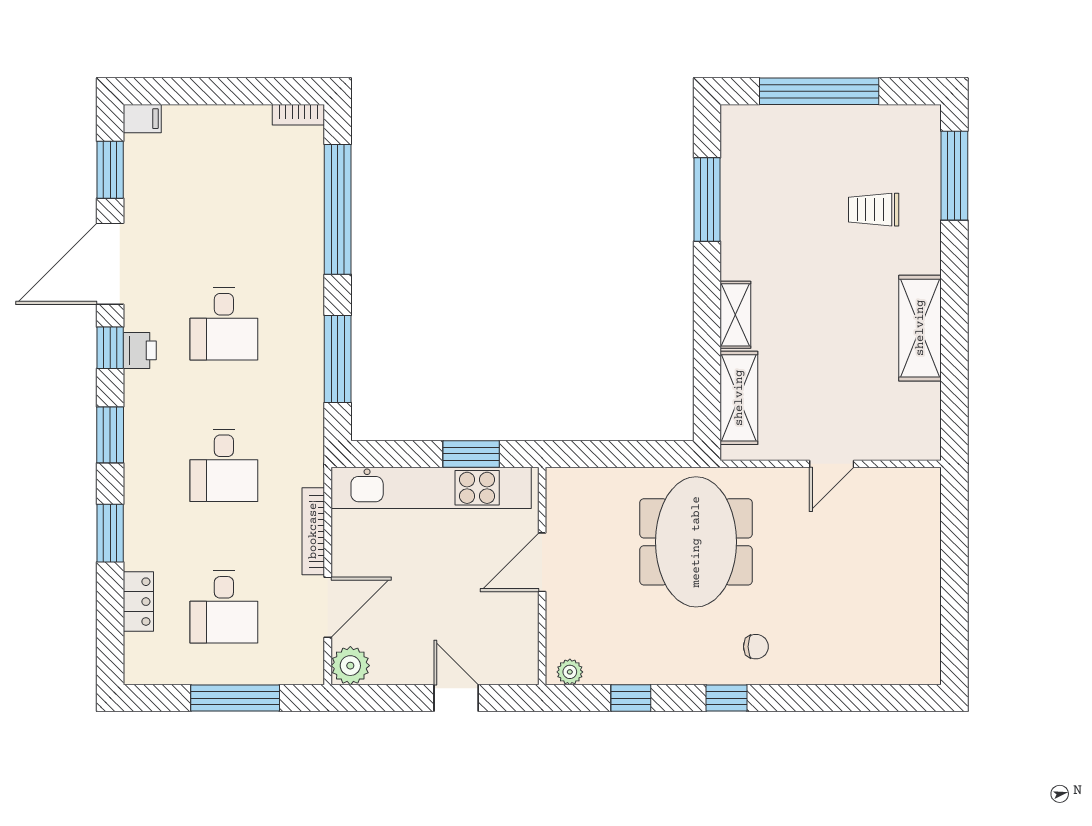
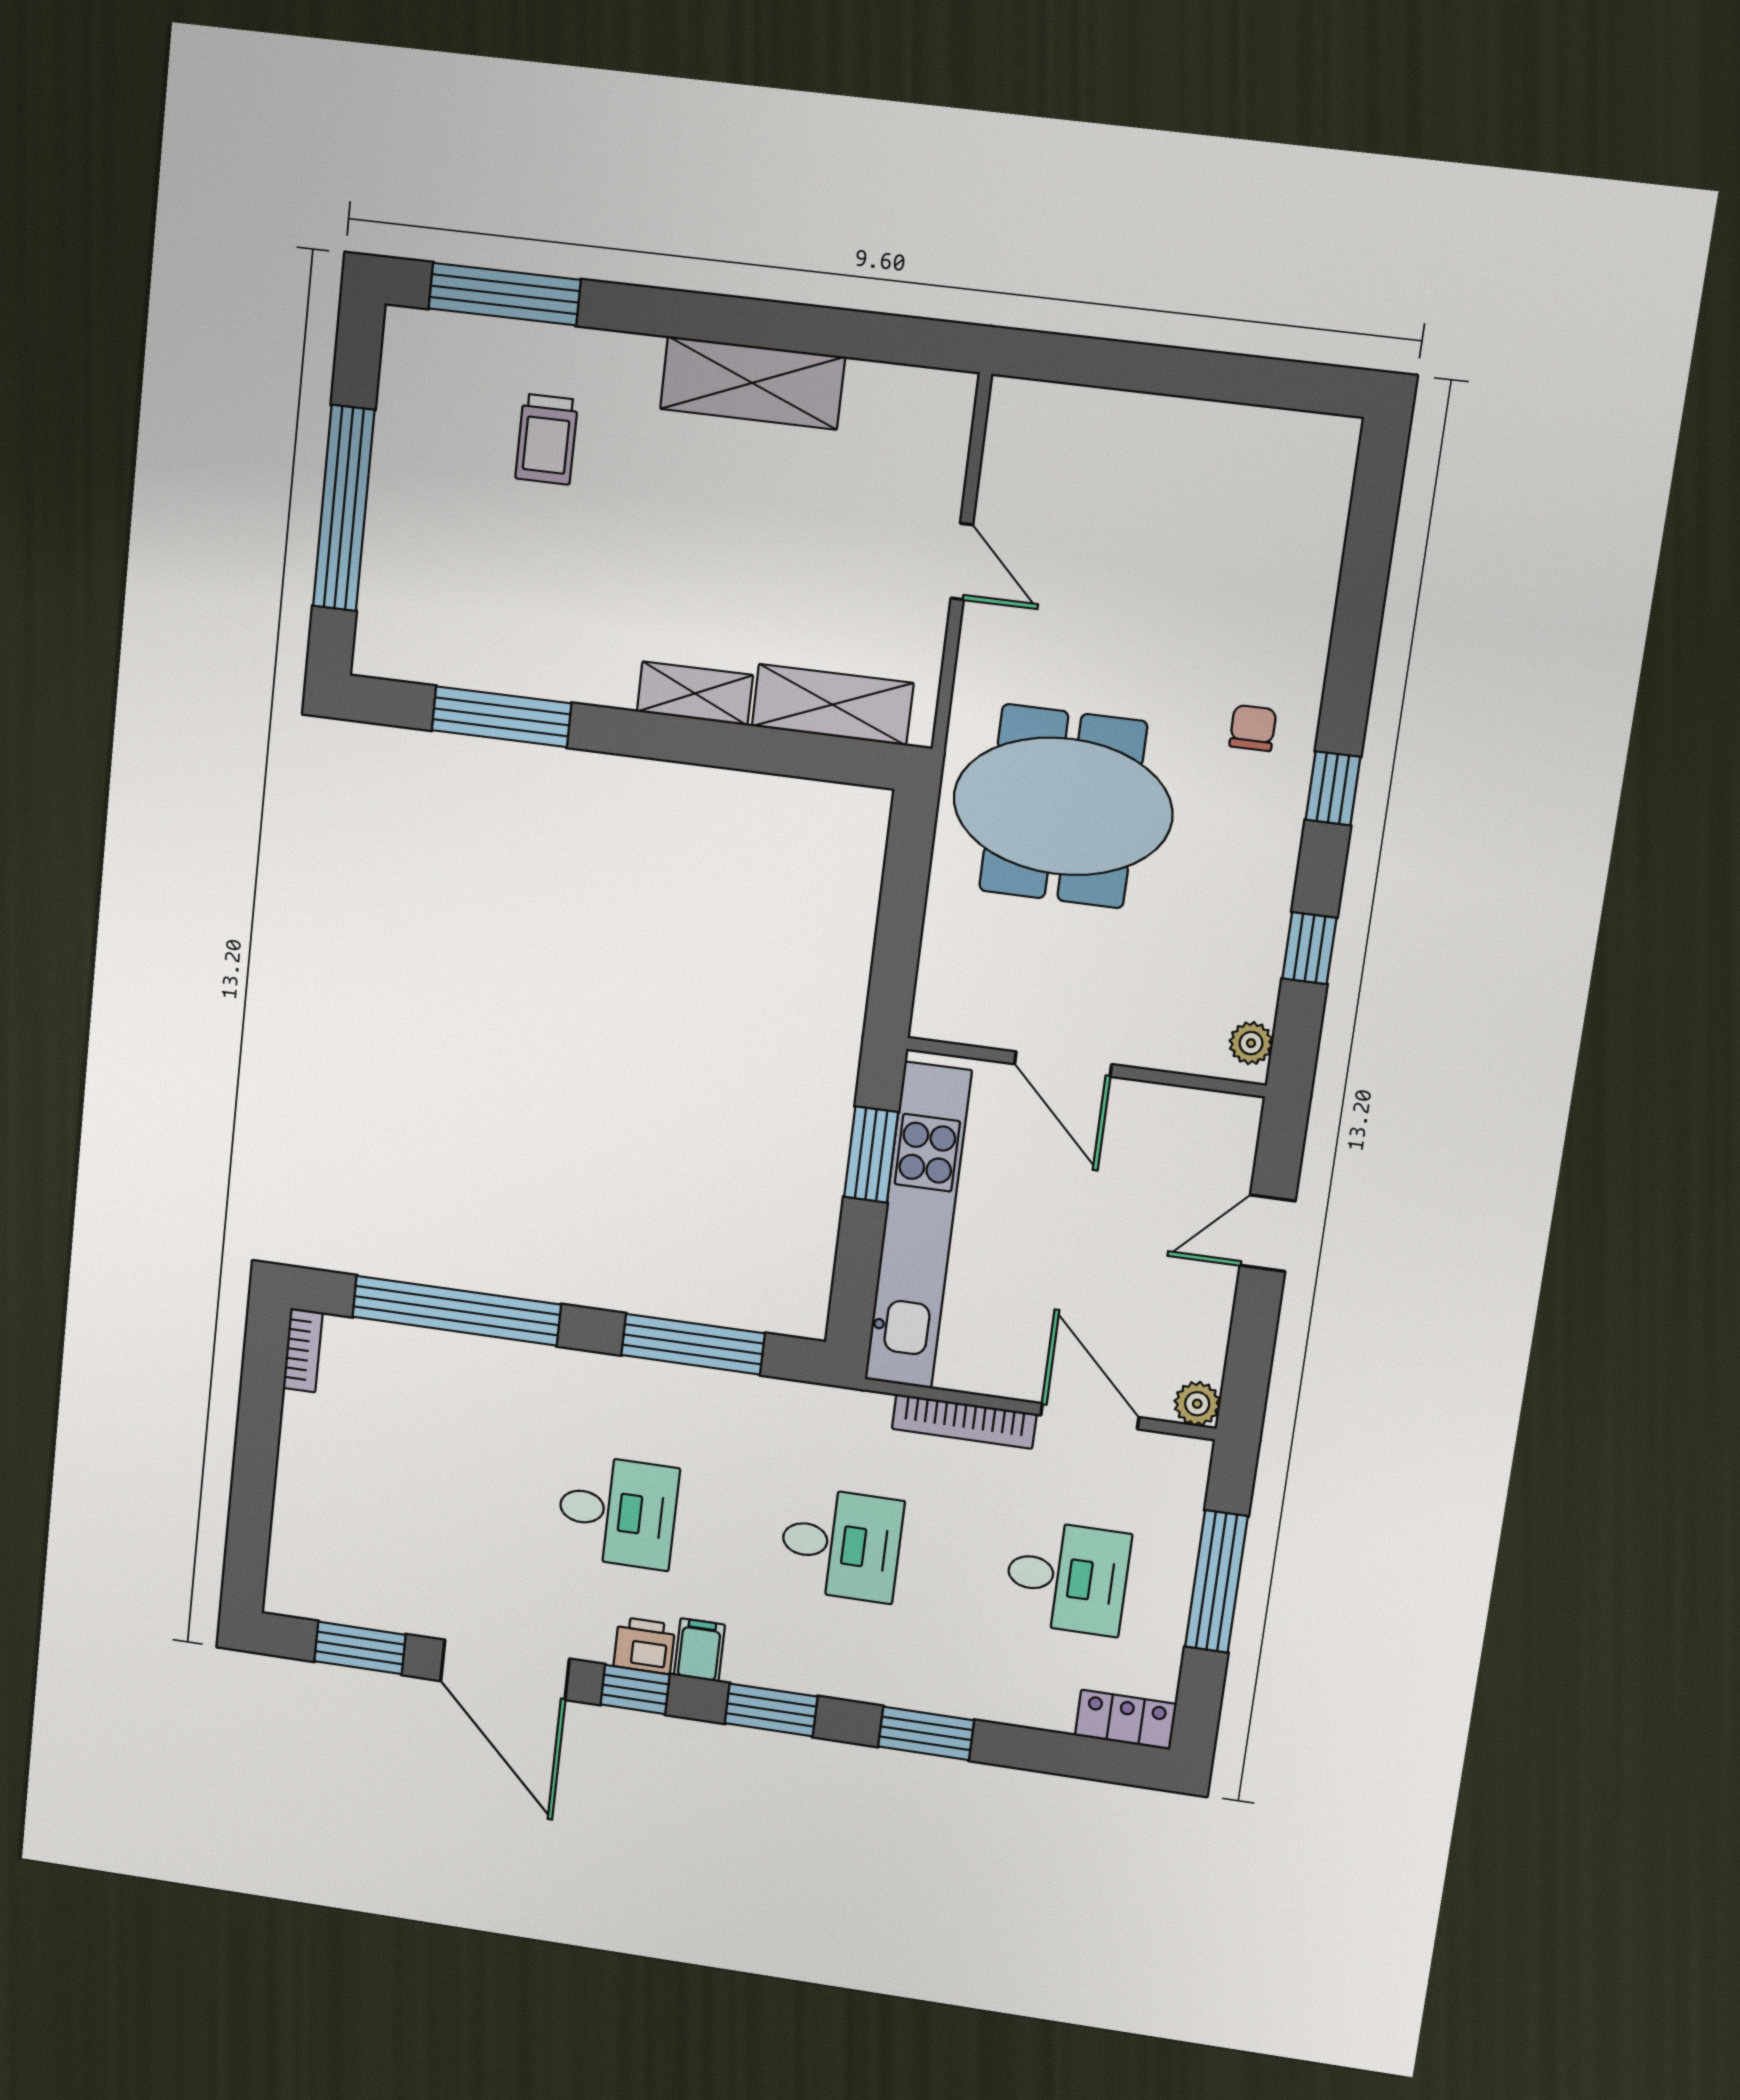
filing cabinet: (142, 119) -> (699, 1650), moved
locker: (138, 602) -> (1126, 1720), moved
plant: (350, 666) -> (1197, 1404), width x0.73, depth x0.73

